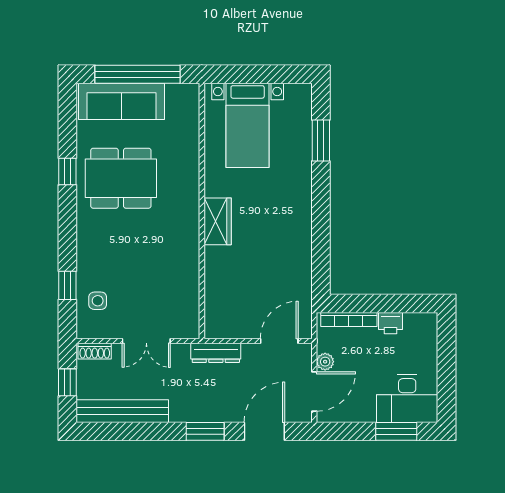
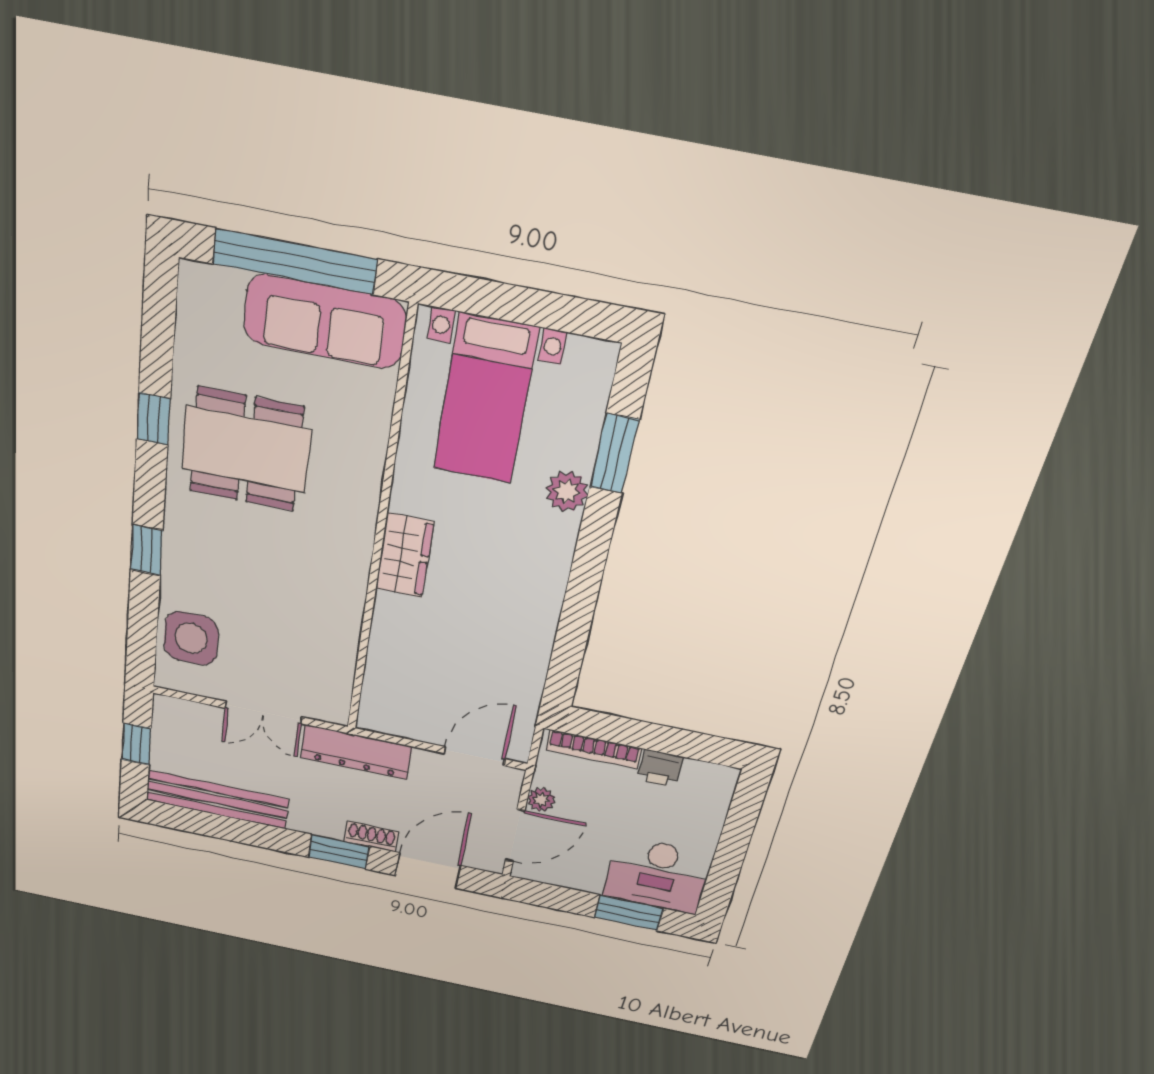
sofa: (122, 101) -> (325, 321), moved
plant: (300, 166) -> (567, 491), added
window: (67, 285) -> (146, 550), moved
side table: (98, 301) -> (191, 638), width x1.87, depth x1.87
shoe rack: (95, 351) -> (371, 837), moved, turned 180
dresser: (216, 353) -> (356, 752), width x1.37, depth x1.24

